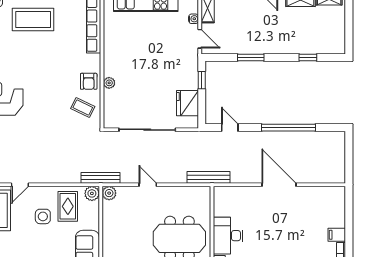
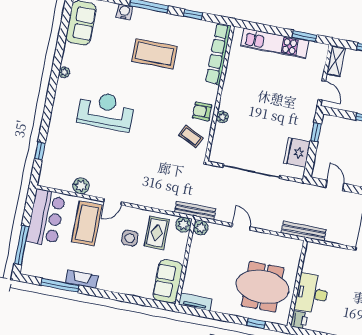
coffee table: (33, 19) -> (154, 54), moved
water cooler: (194, 19) -> (320, 69), removed
armchair: (89, 81) -> (202, 111), turned 90

